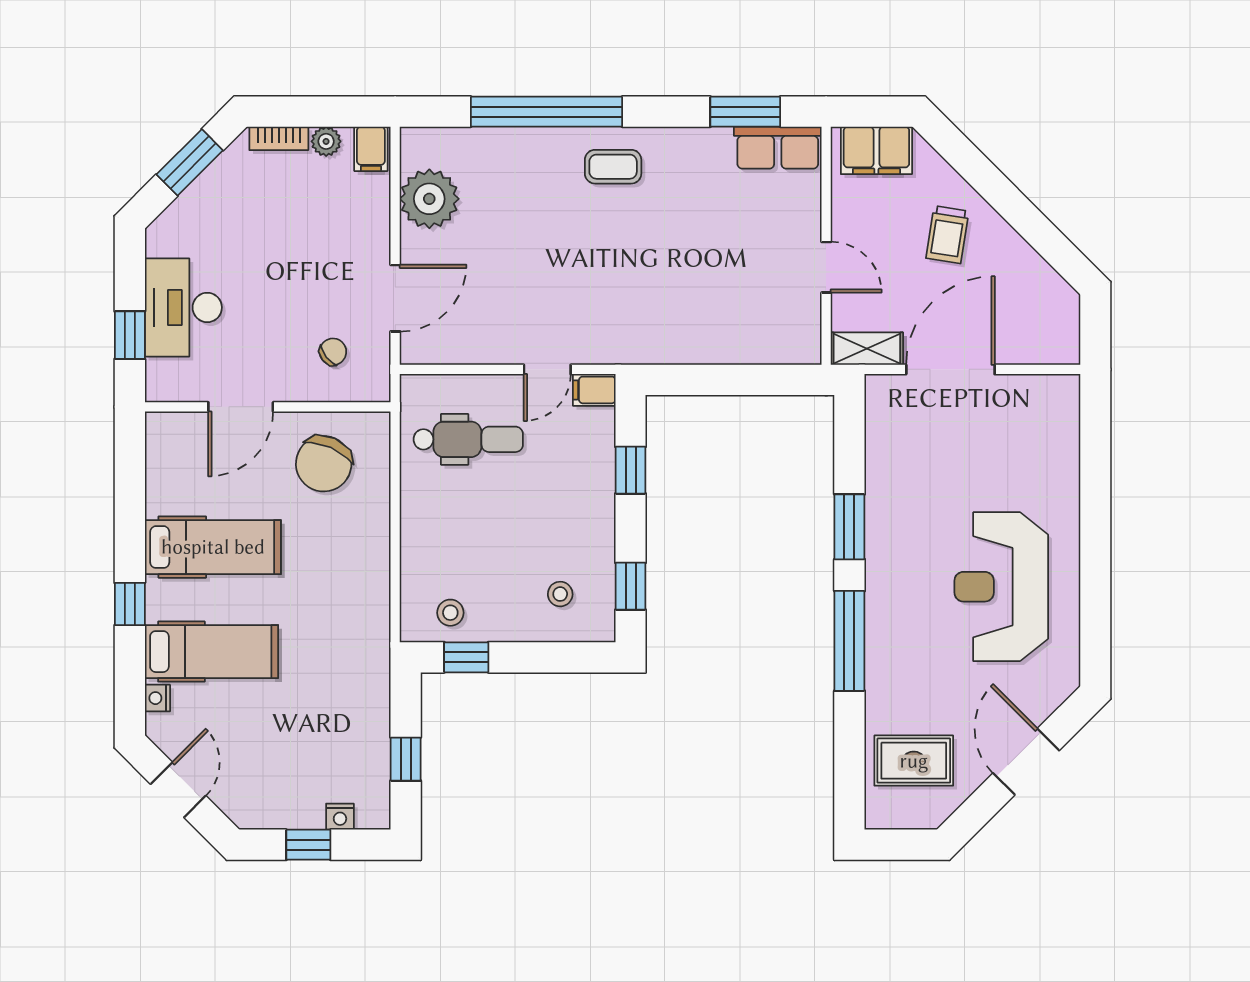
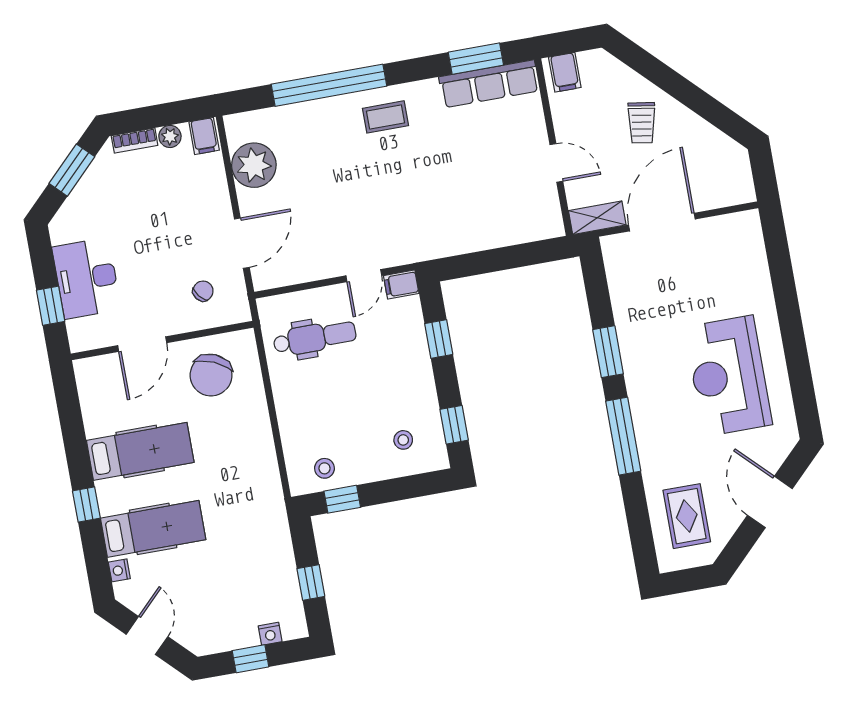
row of seats: (778, 148) -> (489, 84), width x1.48
filing cabinet: (876, 150) -> (565, 72), width x0.50
rug: (914, 761) -> (687, 516), turned 90

